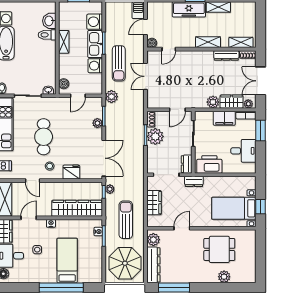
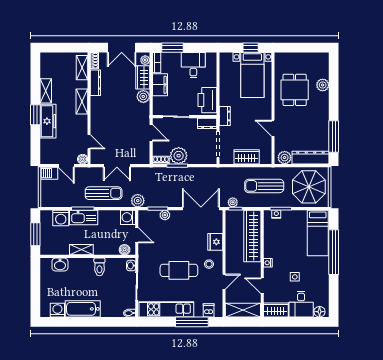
toilet: (47, 35) -> (99, 267), moved
washing machine: (95, 66) -> (128, 217), moved, turned 90
bed: (67, 260) -> (318, 233), moved, turned -90

